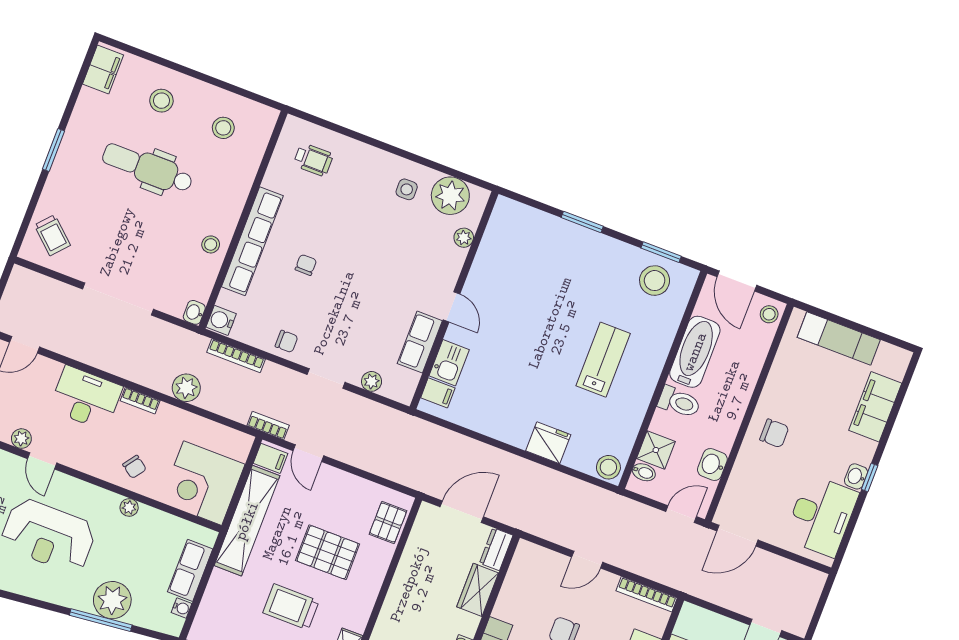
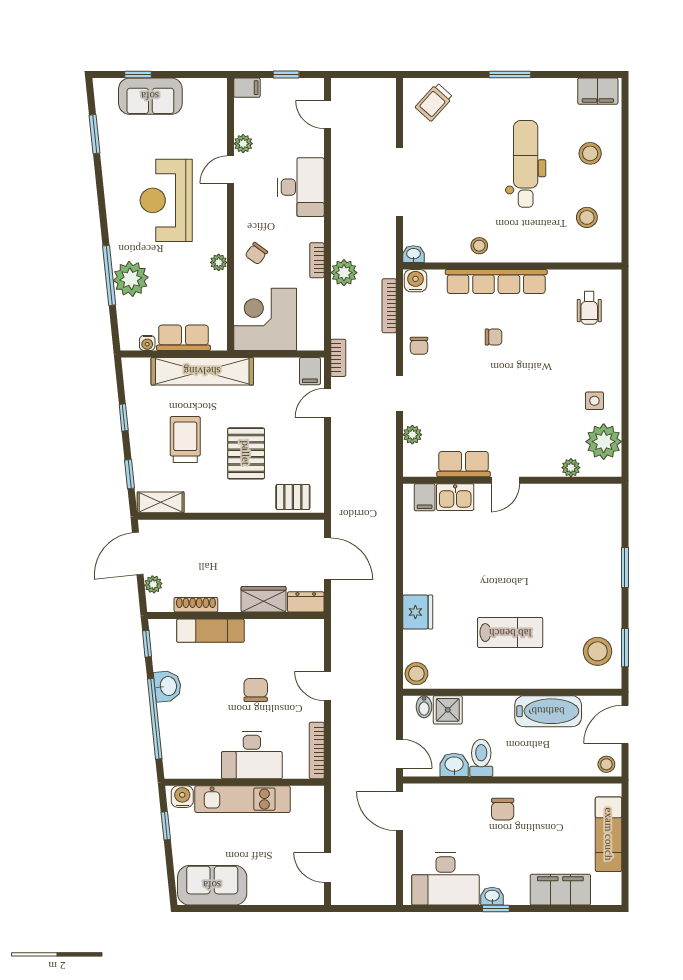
bookcase: (140, 401) -> (317, 260), moved
toilet: (679, 402) -> (481, 758), moved, turned 180
shelving: (247, 521) -> (202, 371), moved

